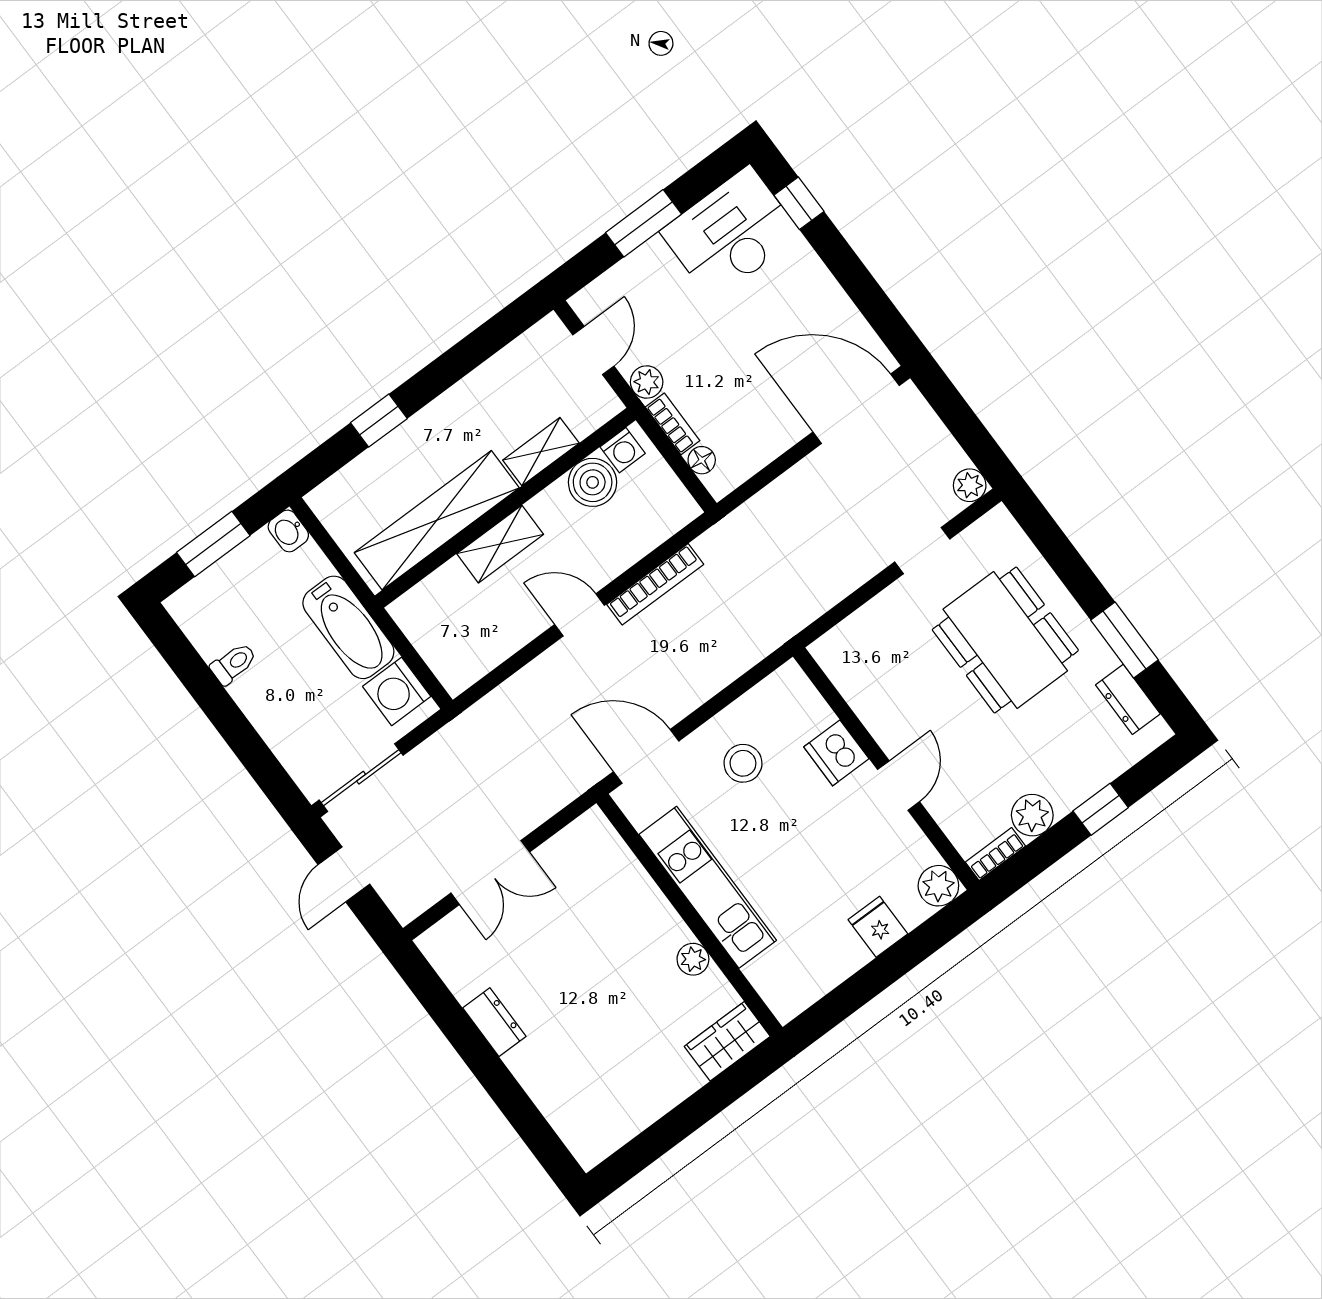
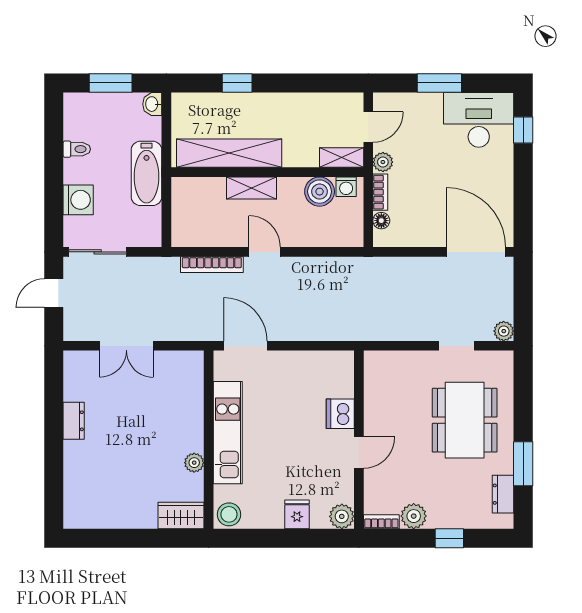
shelving: (541, 452) -> (342, 158), moved
bookcase: (655, 584) -> (212, 265), moved
washing machine: (397, 691) -> (78, 200), moved, turned 180
stool: (743, 763) -> (229, 514), moved

